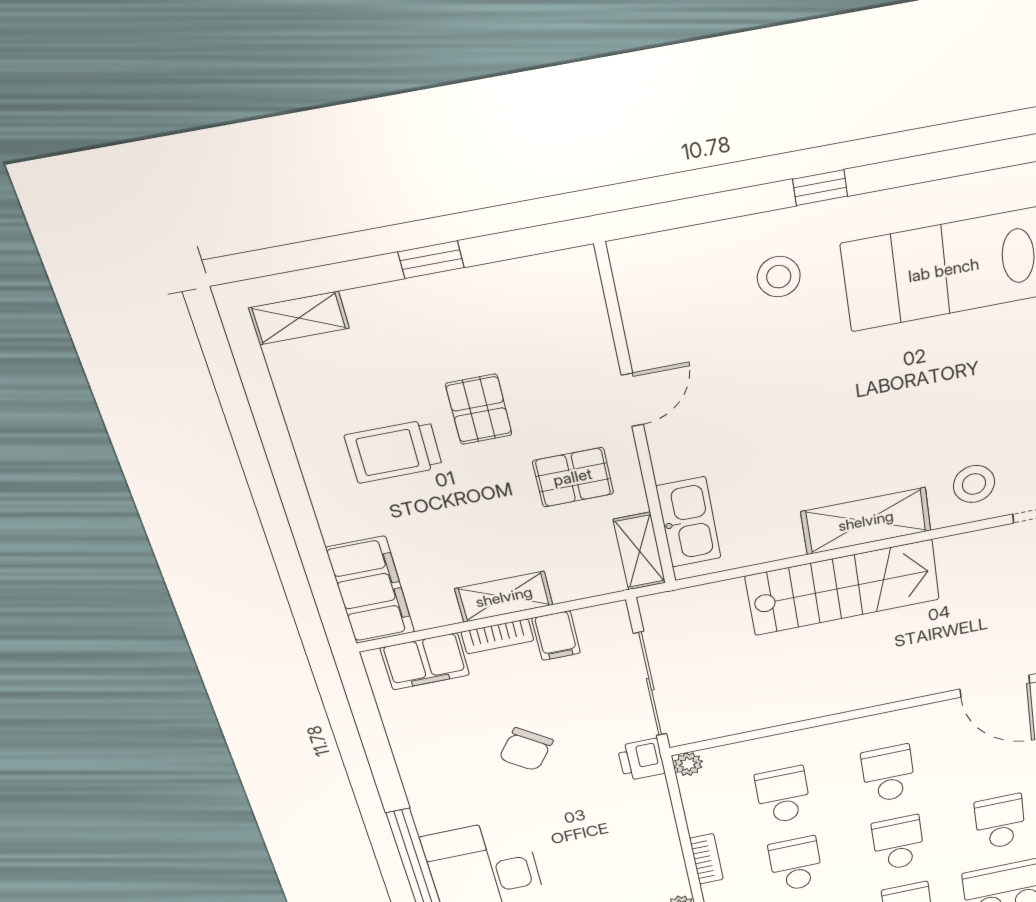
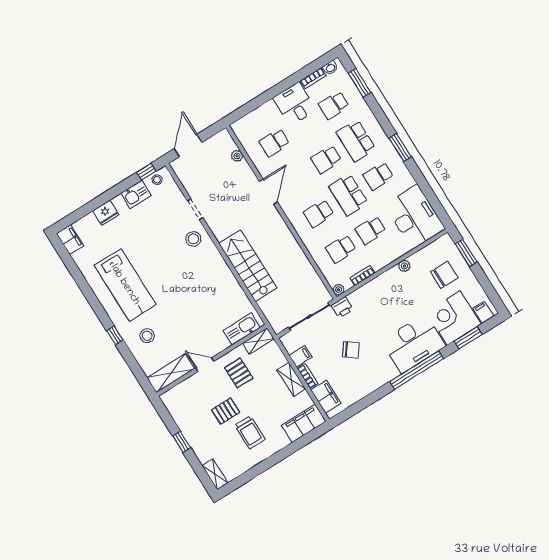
shelving: (866, 521) -> (171, 373), moved, turned 90
school desk: (898, 843) -> (348, 195), width x1.85
bookcase: (706, 859) -> (362, 276), moved

